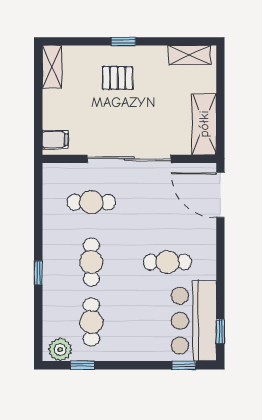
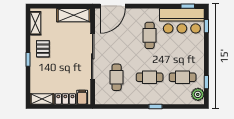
pallet: (118, 78) -> (43, 49), moved
locker: (52, 109) -> (65, 99), added

